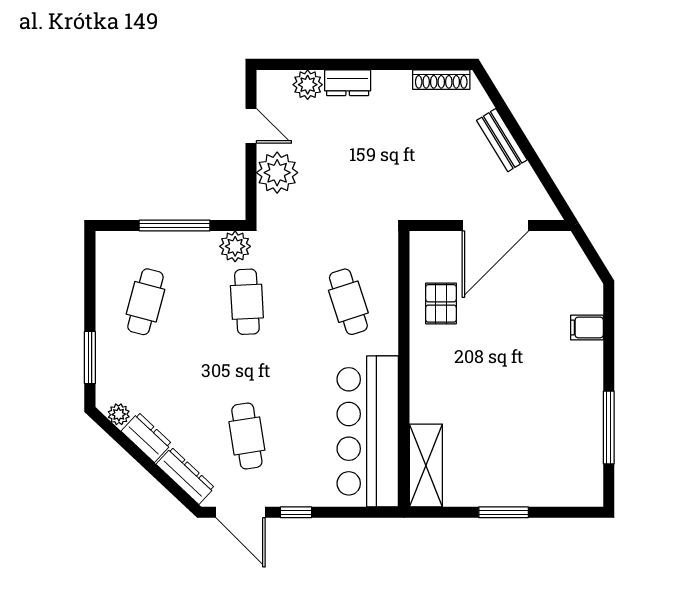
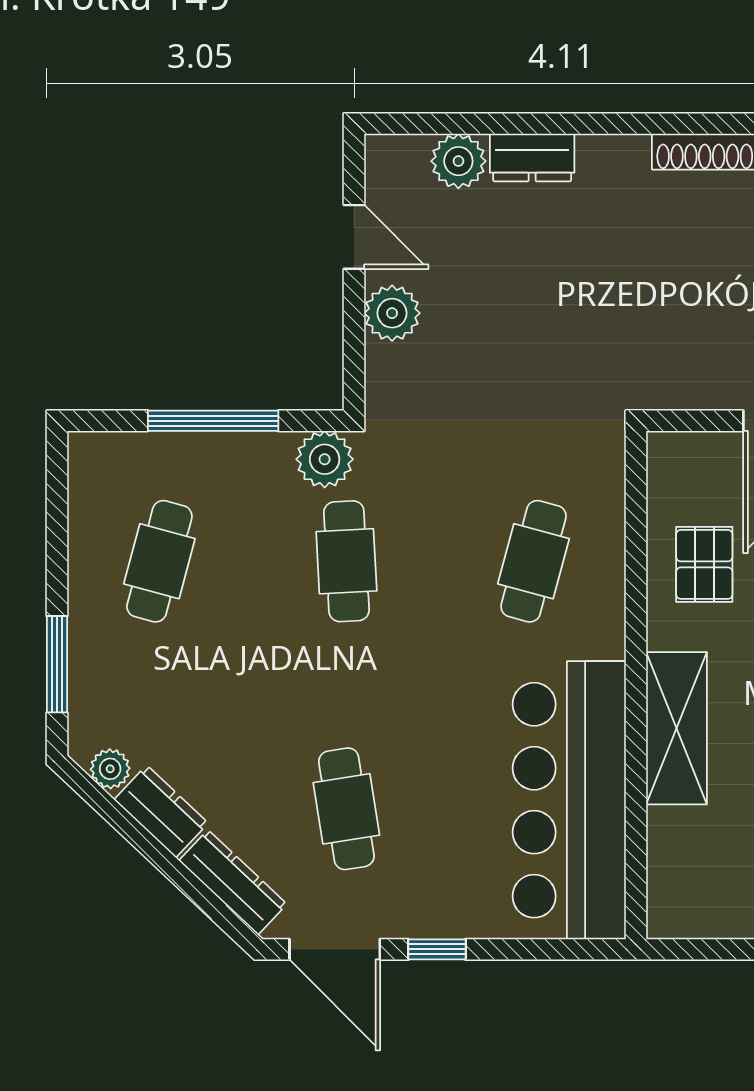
plant: (277, 173) -> (392, 313), width x0.73, depth x0.73
cafe table: (348, 302) -> (534, 561), turned 33
shelving: (426, 465) -> (677, 728), moved

